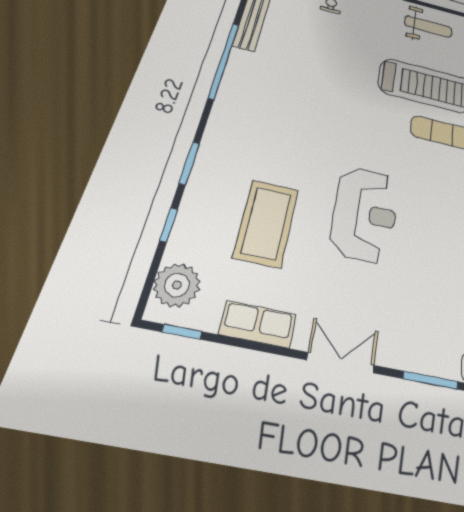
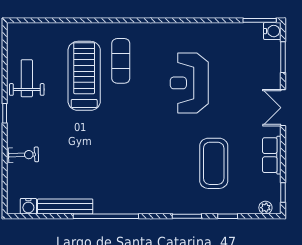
reception desk: (365, 214) -> (189, 83), moved, turned -90
coffee table: (266, 223) -> (214, 163), turned 90
plant: (177, 285) -> (265, 208), width x0.53, depth x0.53

